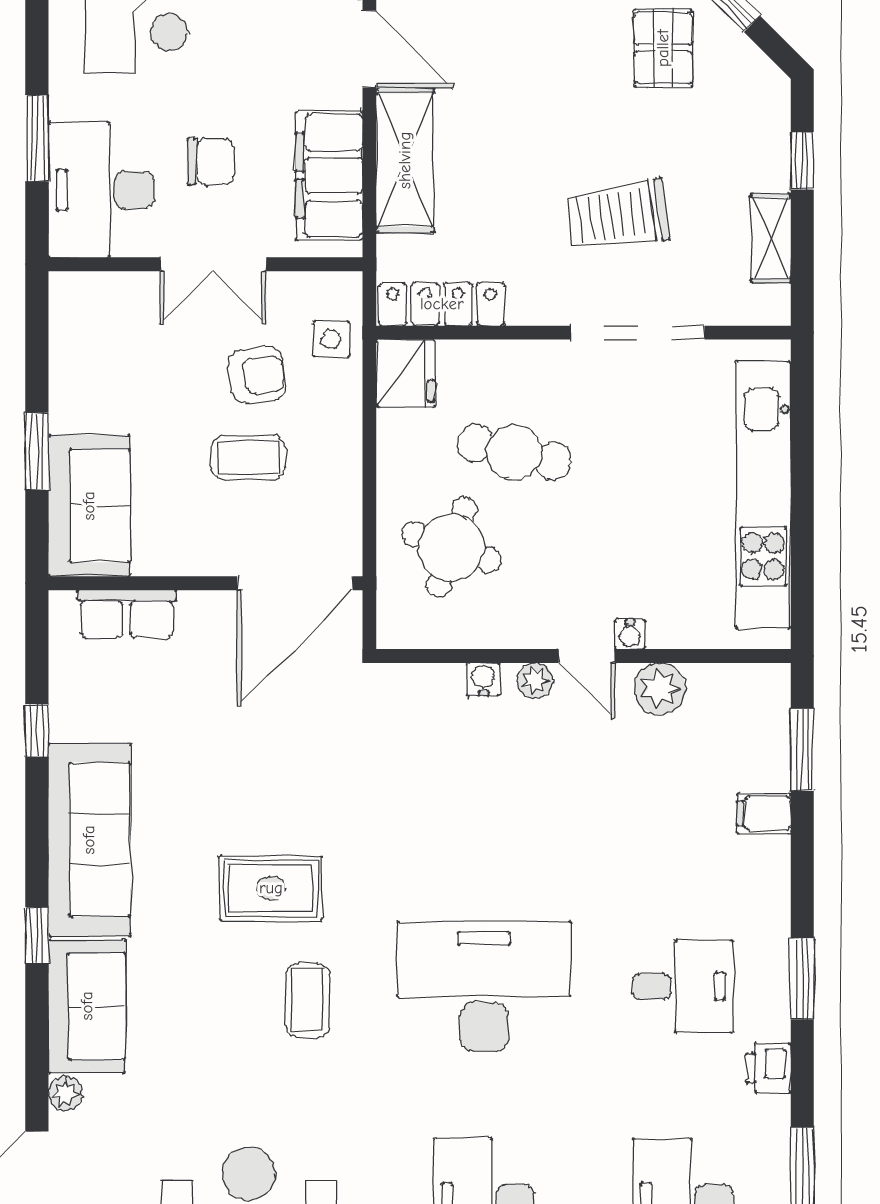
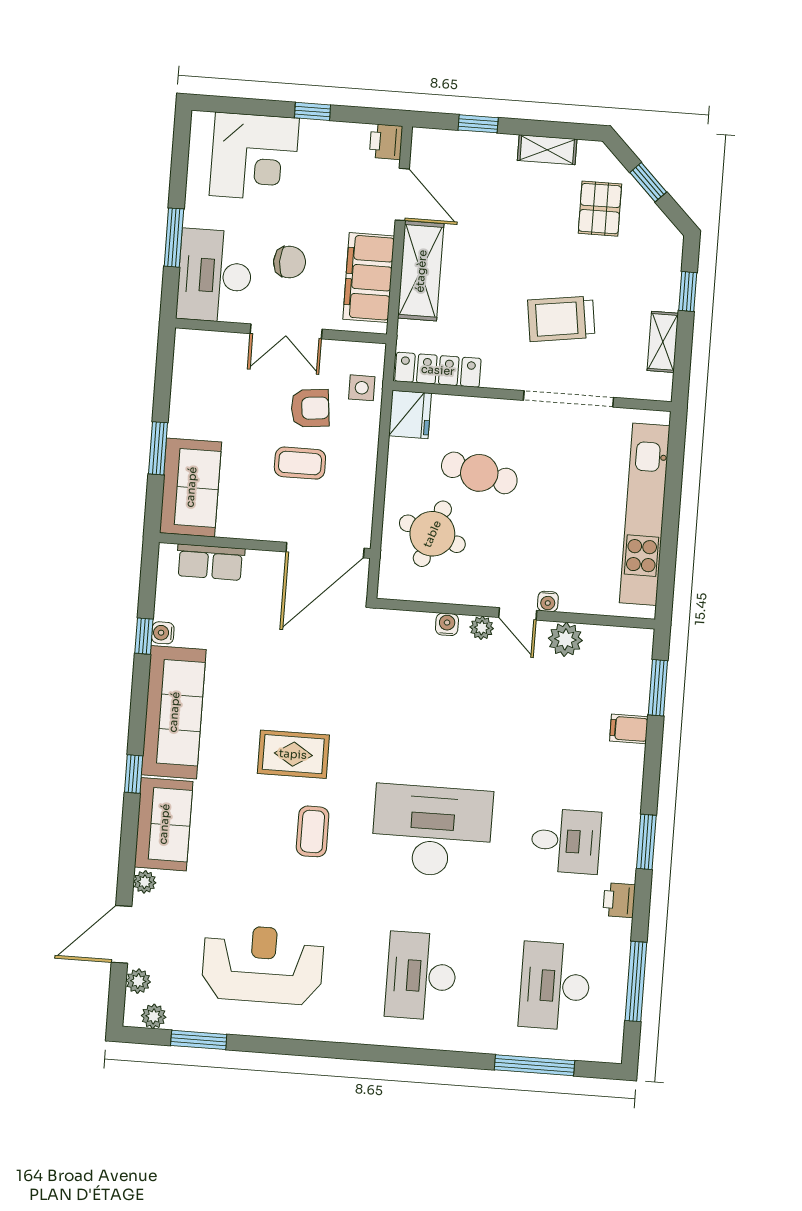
water cooler: (64, 723) -> (163, 633), added

